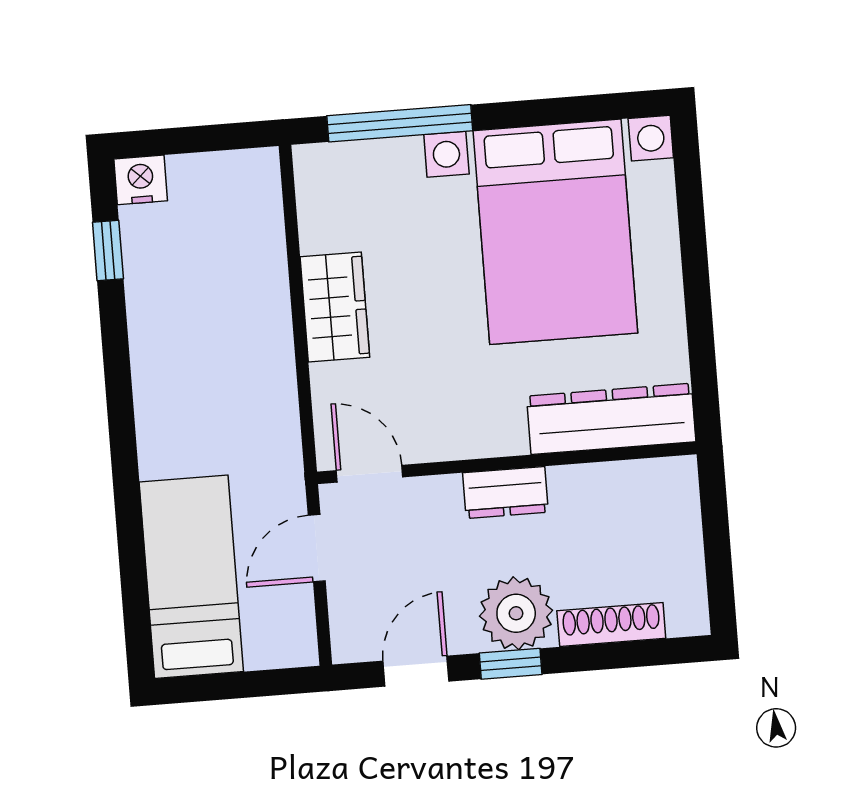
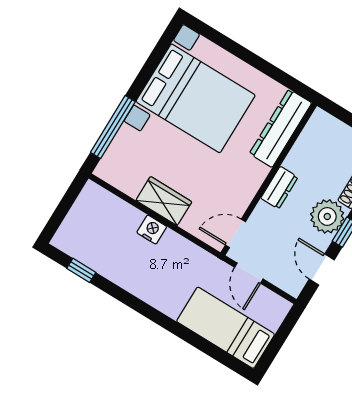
nightstand: (141, 180) -> (152, 230), moved, turned 90

